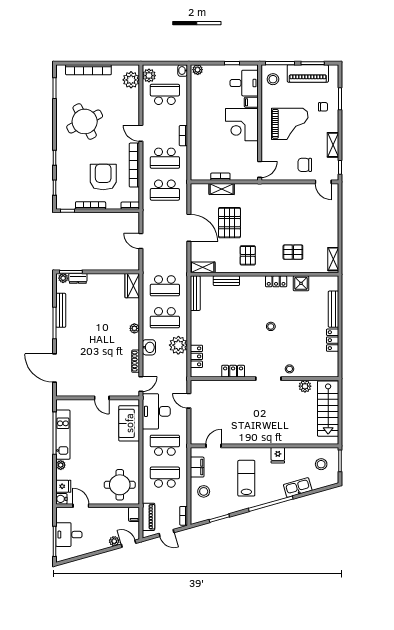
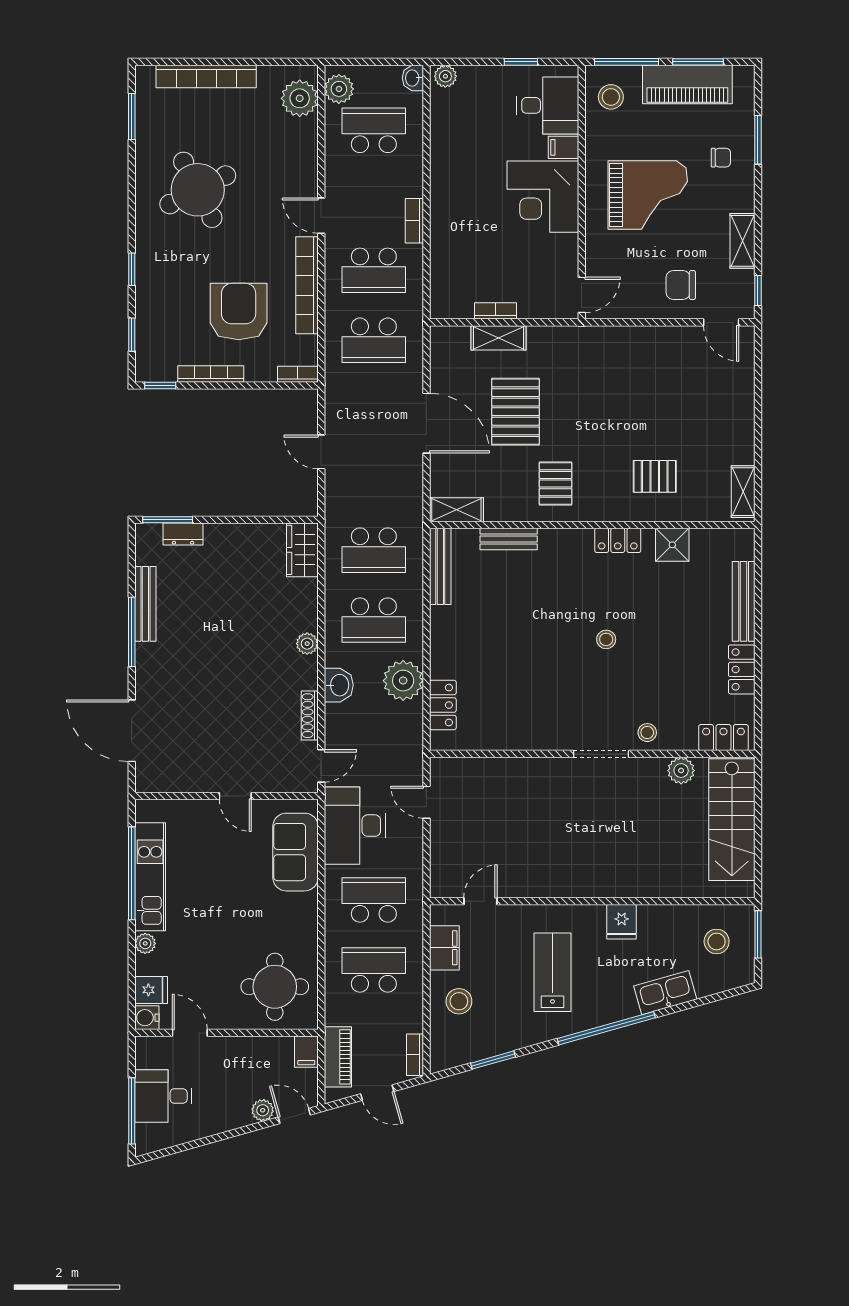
plant: (63, 278) -> (151, 533), removed
locker: (233, 371) -> (723, 738), moved

